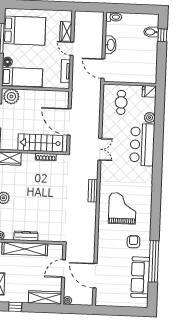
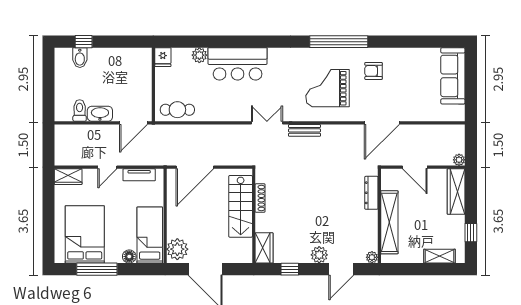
toilet: (114, 17) -> (80, 110), moved
wardrobe: (66, 31) -> (68, 177), moved
cafe table: (121, 102) -> (177, 110), moved
door: (69, 122) -> (195, 167), moved
double door: (100, 149) -> (267, 123), moved
dresser: (26, 236) -> (371, 193), moved
window: (154, 261) -> (339, 42), moved
door: (95, 276) -> (382, 123), moved
sofa: (140, 277) -> (453, 76), moved, turned 90

